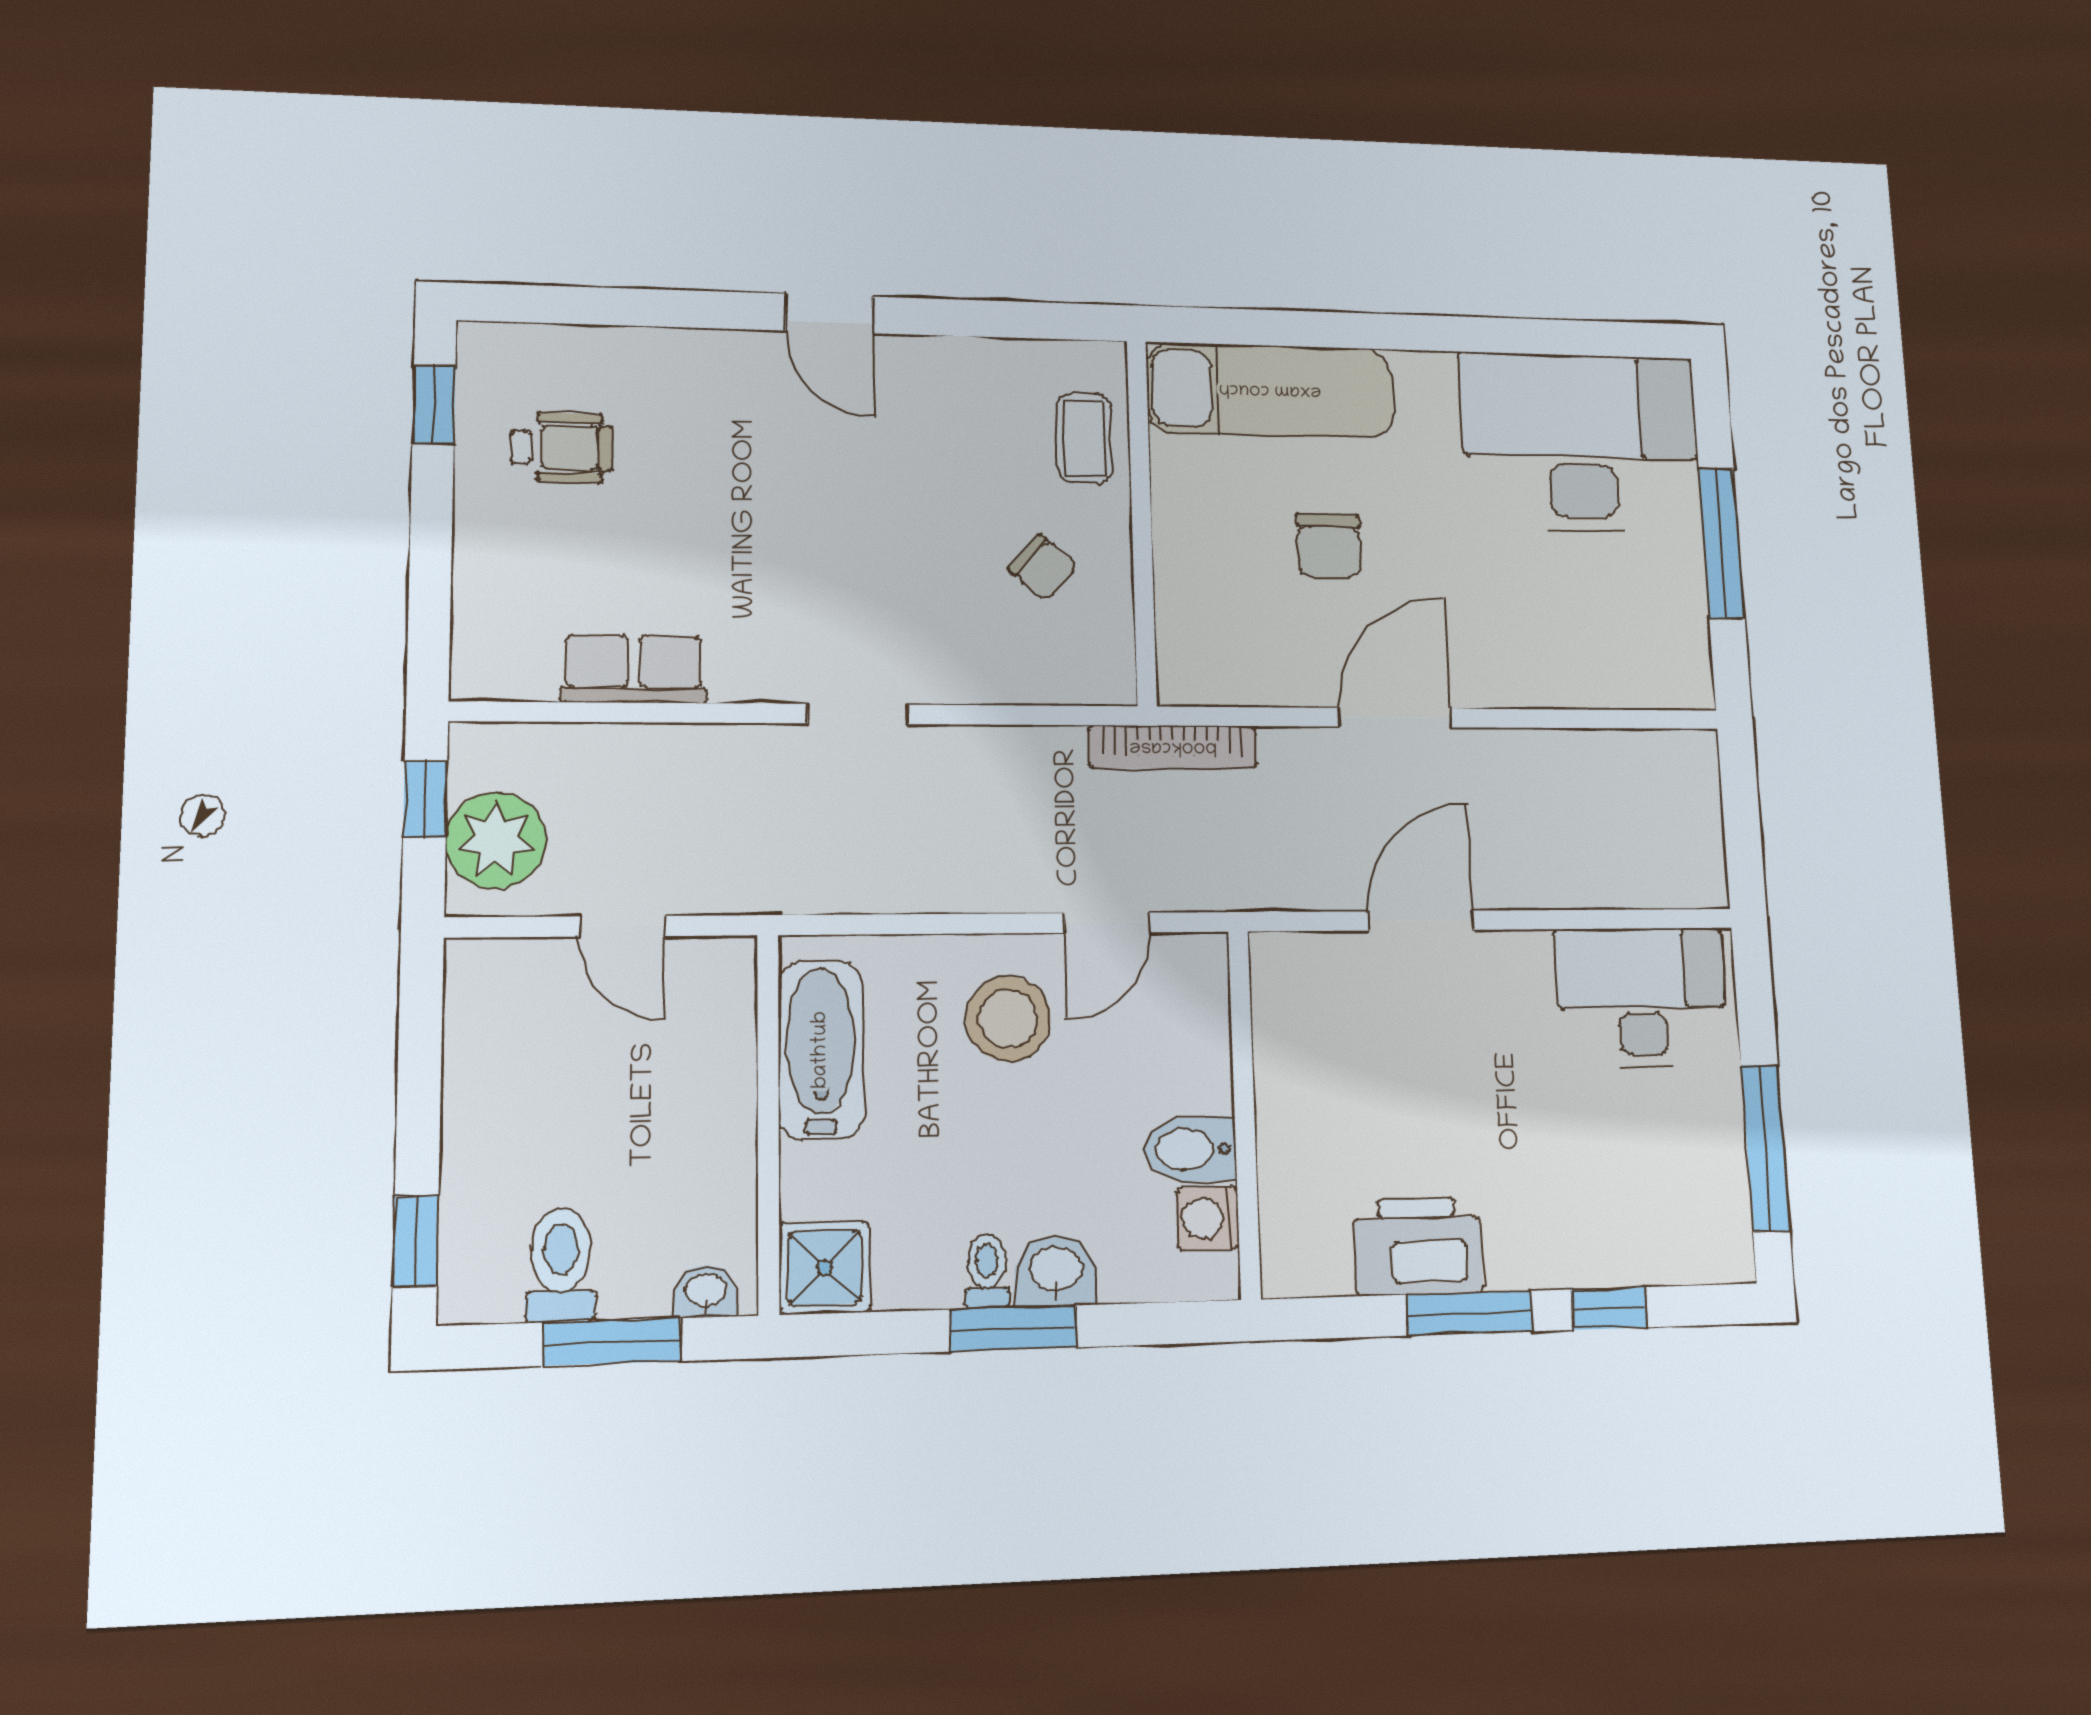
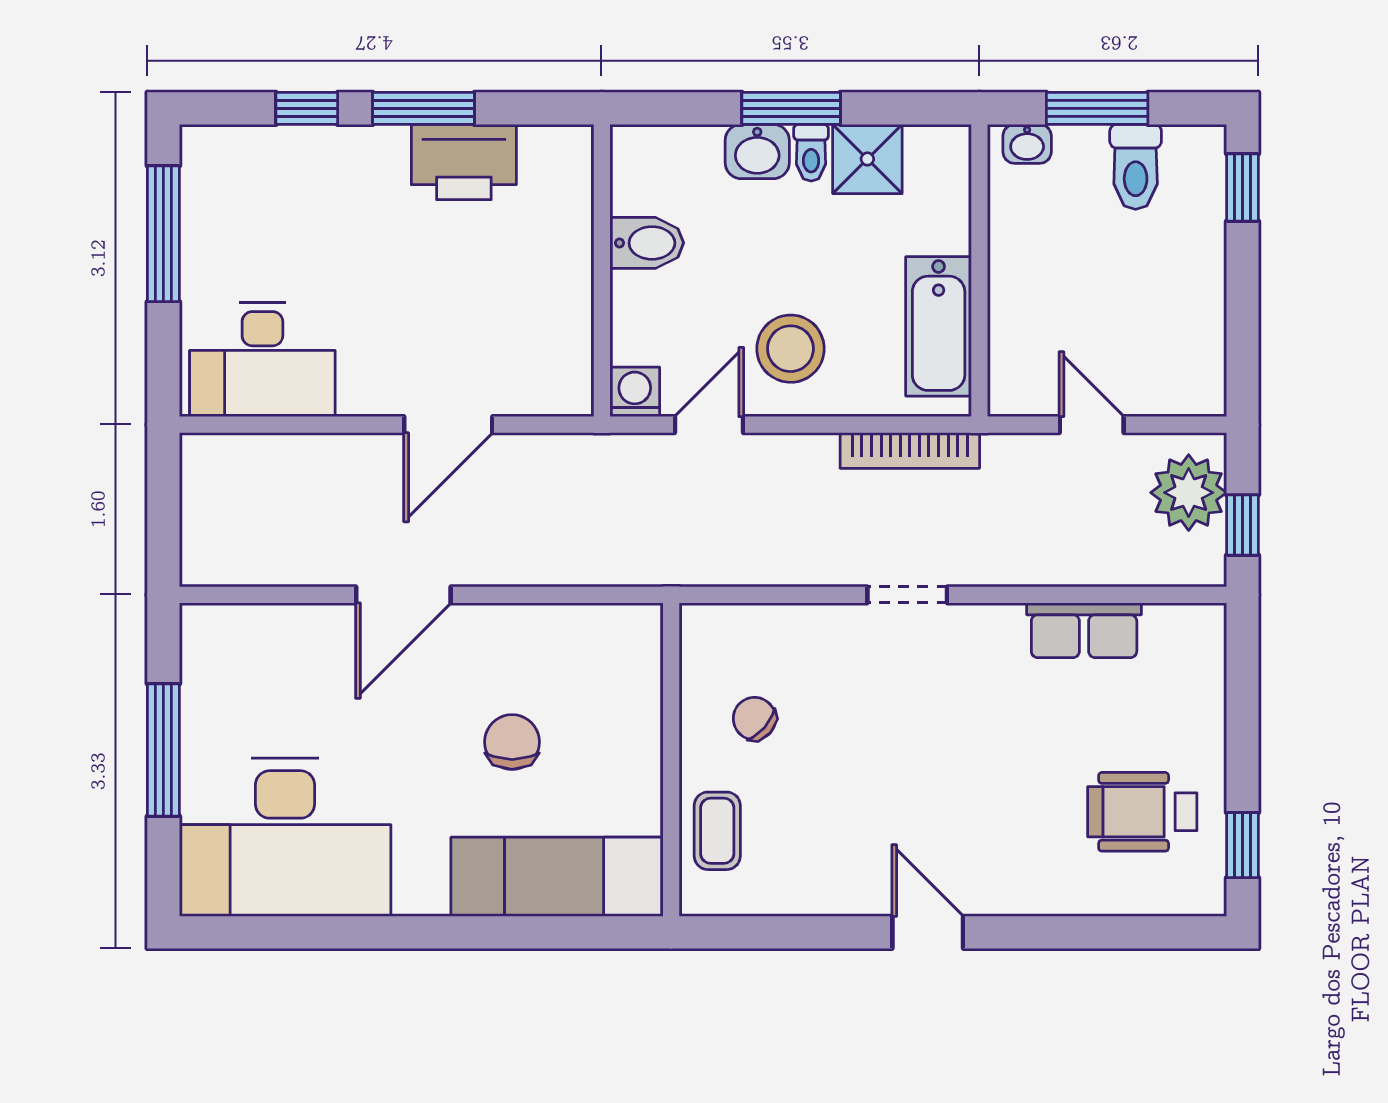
wheelchair: (562, 448) -> (1142, 812), width x1.36, depth x1.37
door: (1395, 718) -> (403, 595), moved
bookcase: (1173, 747) -> (910, 451), moved, turned 180
washing machine: (1208, 1219) -> (635, 392), moved, turned -90
shower: (825, 1268) -> (867, 159), moved

